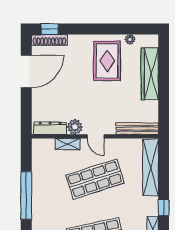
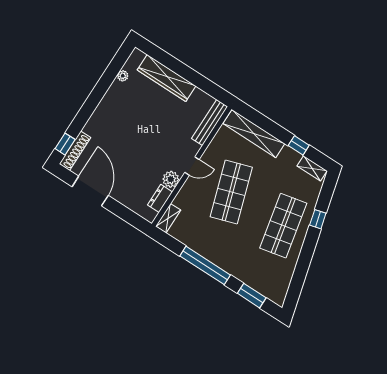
rug: (107, 61) -> (129, 110), removed
dresser: (50, 128) -> (160, 198), width x0.70
shelving: (68, 144) -> (168, 218), moved

